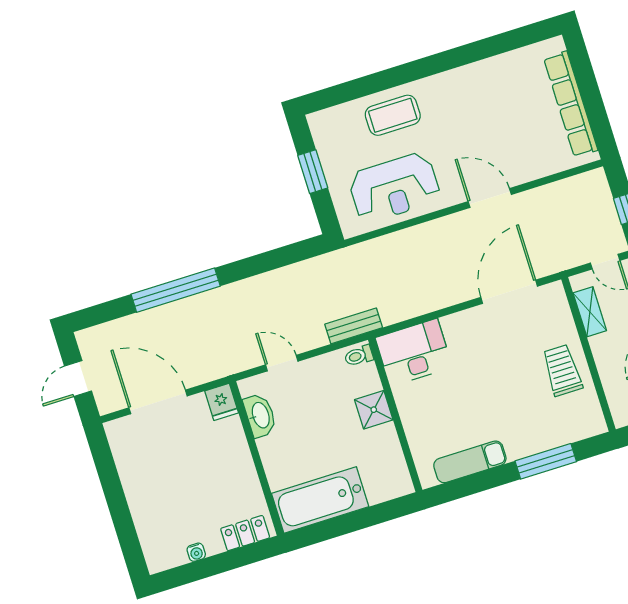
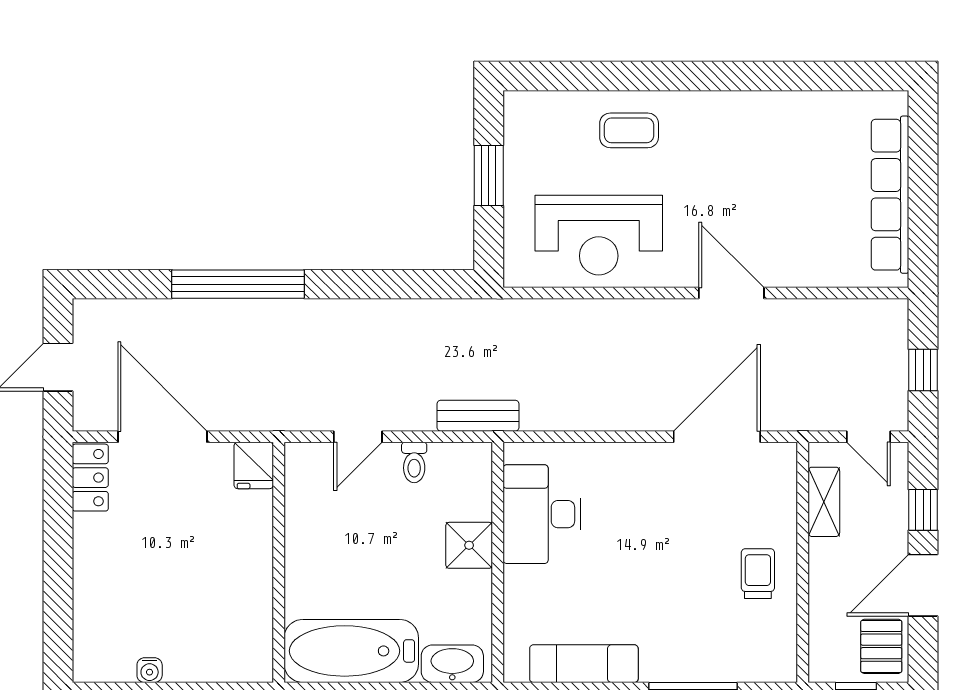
coffee table: (393, 115) -> (629, 130), width x0.73, depth x0.77
desk: (414, 352) -> (542, 514), moved, turned -90
toilet: (359, 356) -> (414, 462), moved, turned -90
door: (282, 363) -> (358, 437), swing flipped
trolley: (562, 370) -> (758, 574), width x0.73, depth x0.72
washbasin: (260, 415) -> (452, 664), moved, turned -90
locker: (245, 533) -> (90, 478), moved, turned 90

